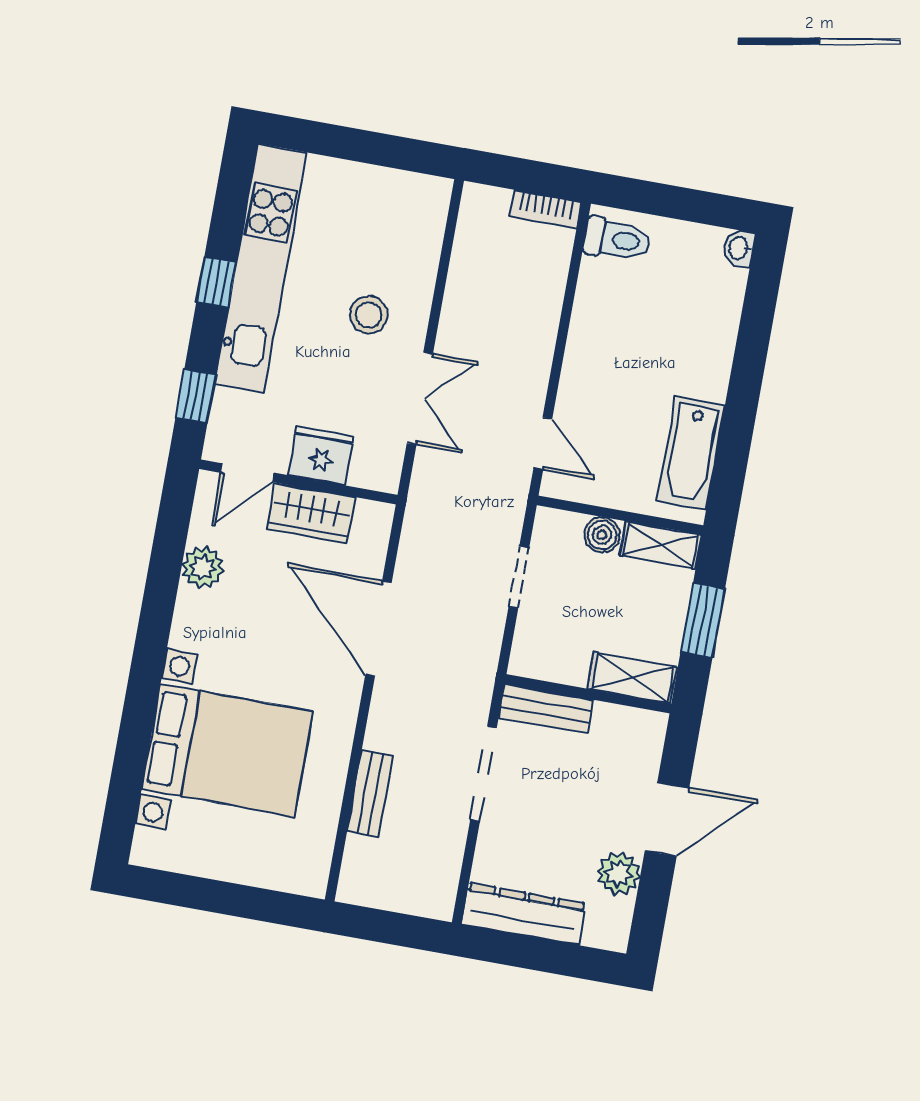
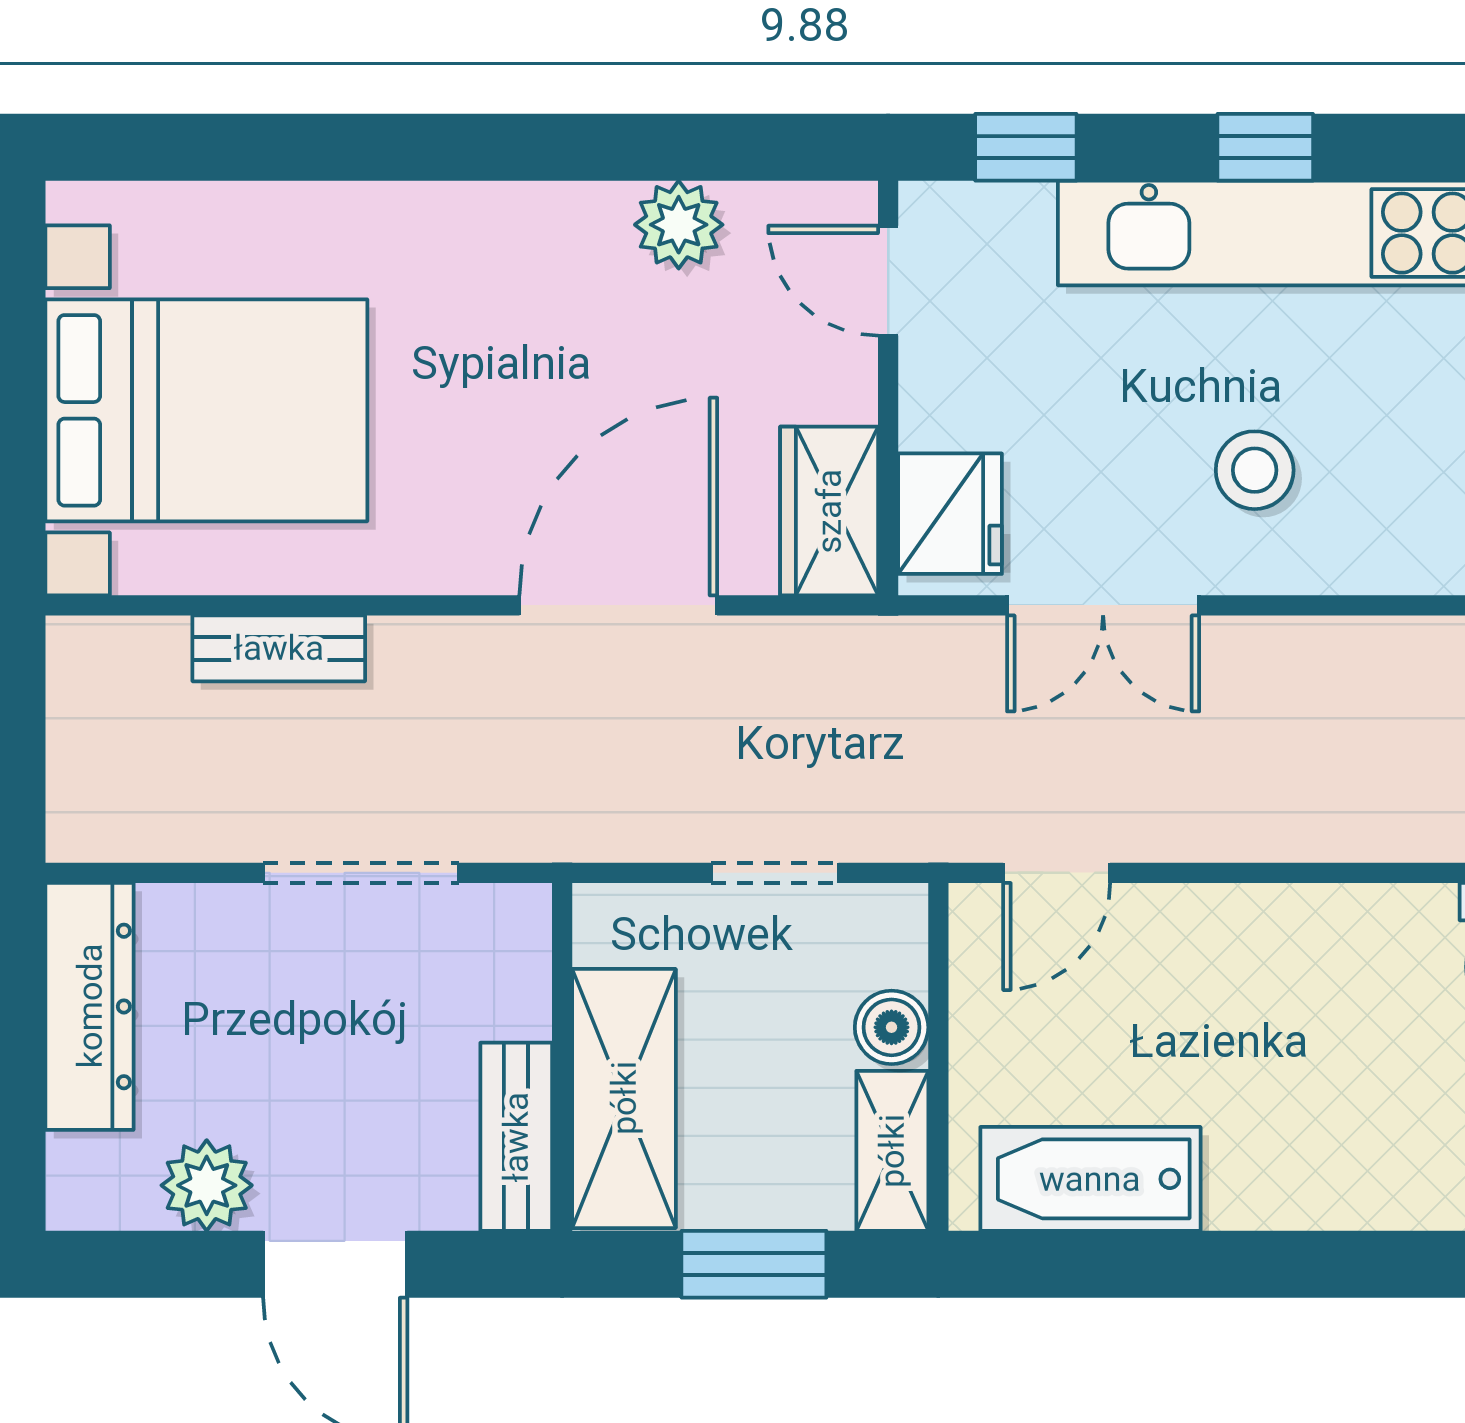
fridge: (321, 456) -> (950, 514), moved
wardrobe: (311, 513) -> (829, 511), moved
shelving: (632, 678) -> (624, 1098), width x1.50, depth x1.33
bench: (546, 709) -> (516, 1137), moved
bed with nightstands: (227, 750) -> (206, 410), moved, turned -90

